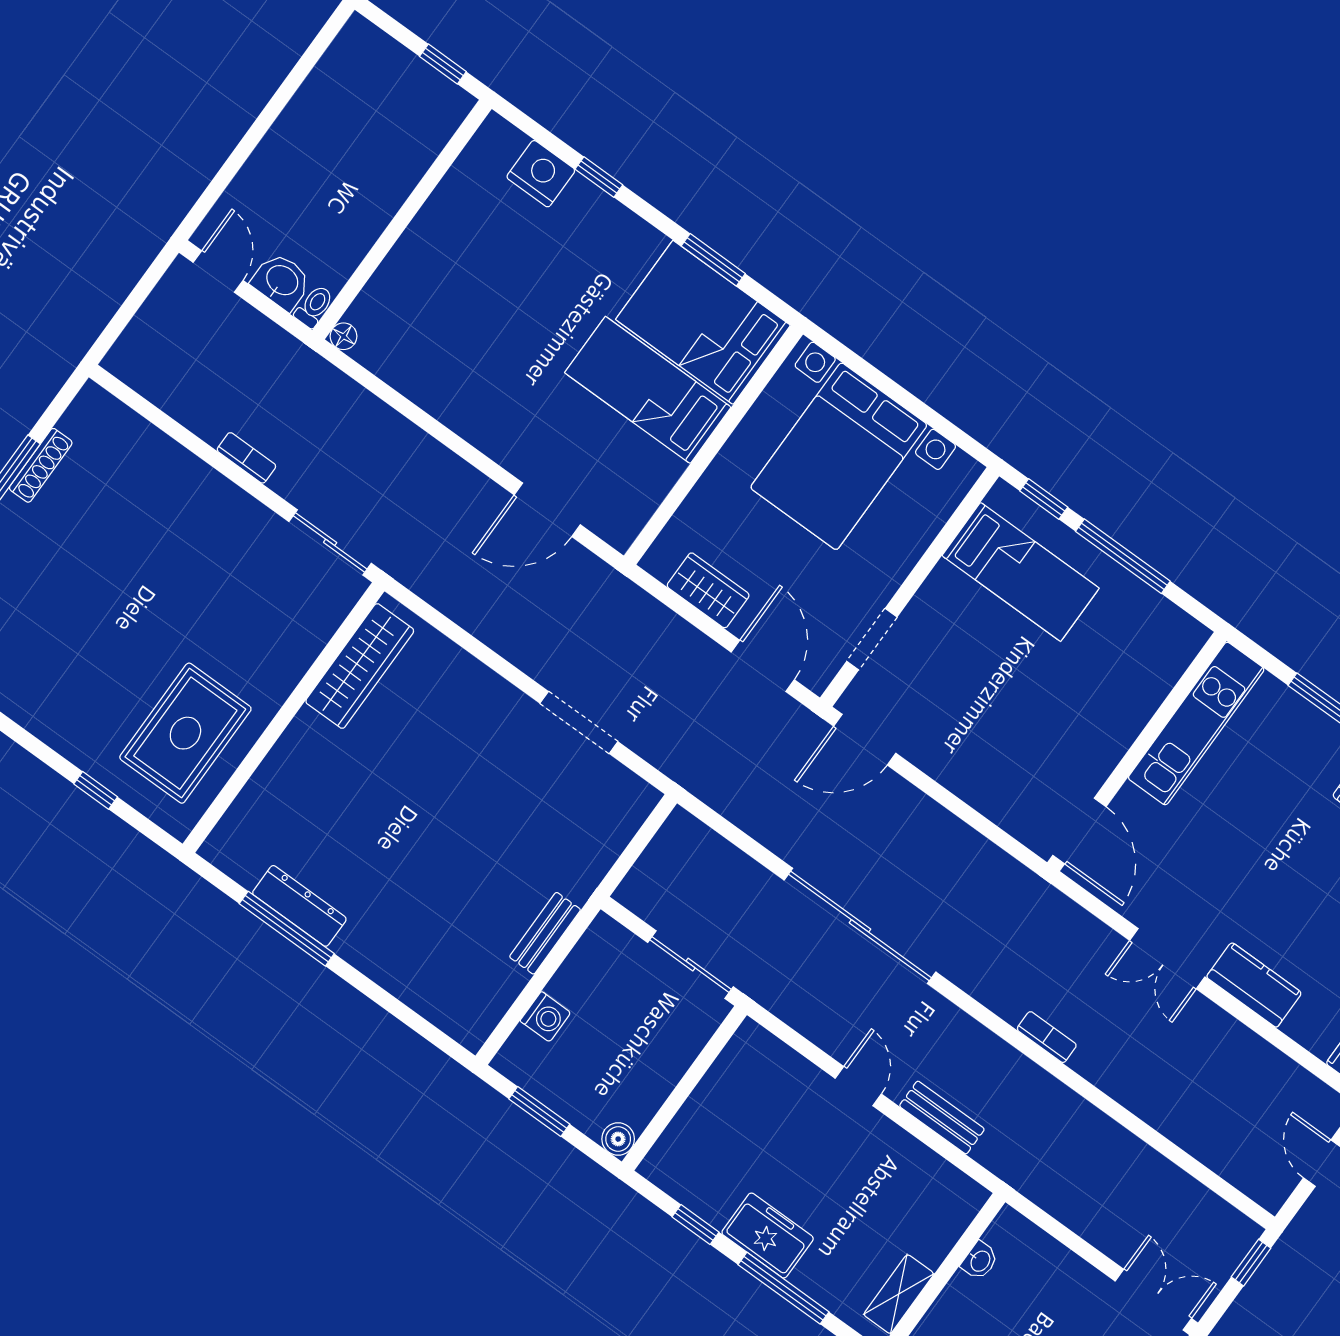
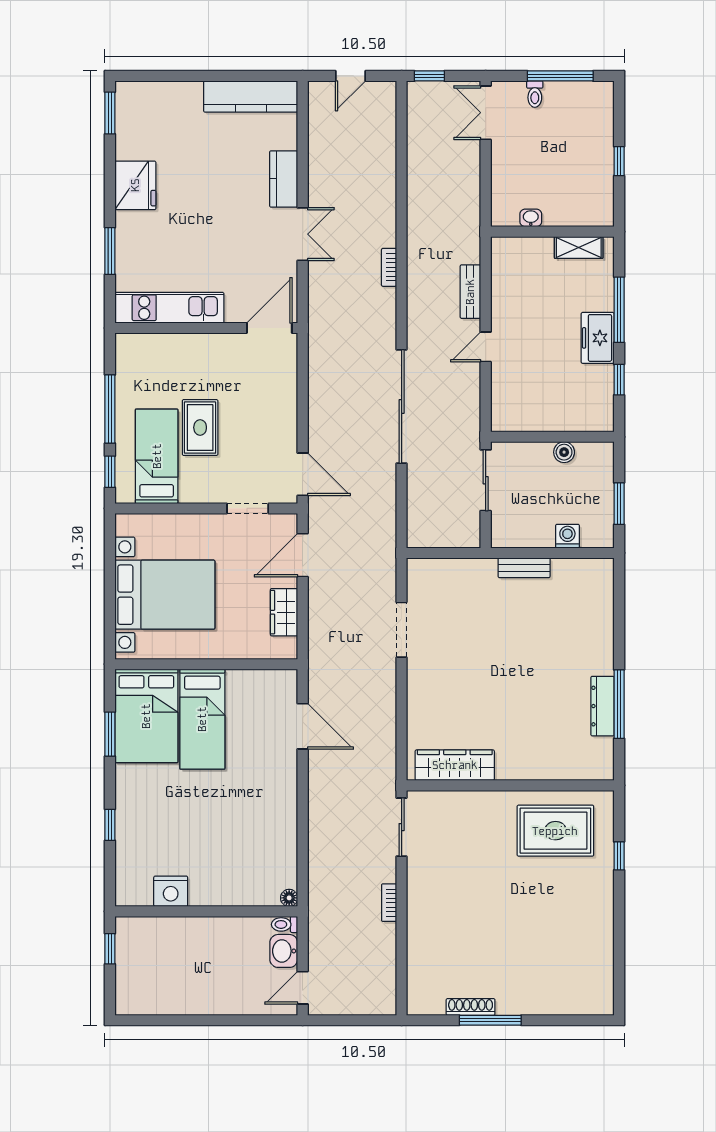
nightstand: (541, 174) -> (171, 891), moved, turned -90
rug: (1017, 653) -> (200, 427), added
boiler: (618, 1139) -> (564, 452), moved

